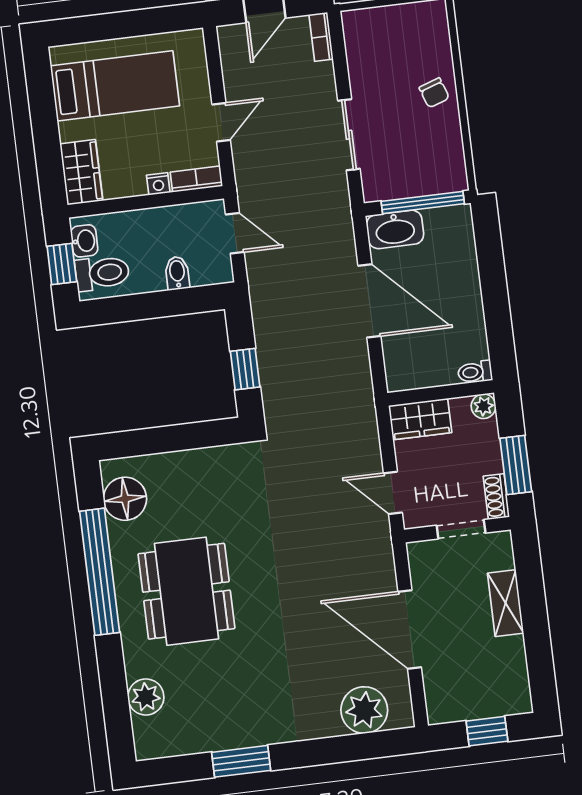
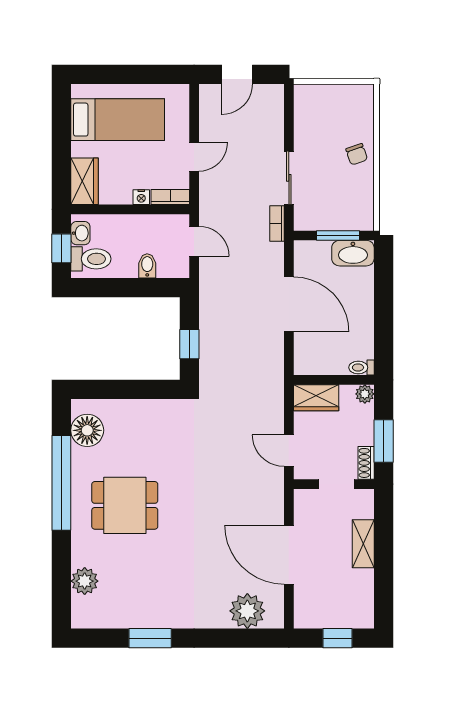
bookcase: (321, 37) -> (277, 223), moved
window: (423, 202) -> (338, 235), width x0.69
washbasin: (395, 229) -> (353, 253), moved
dining table: (186, 591) -> (125, 505), width x0.73

